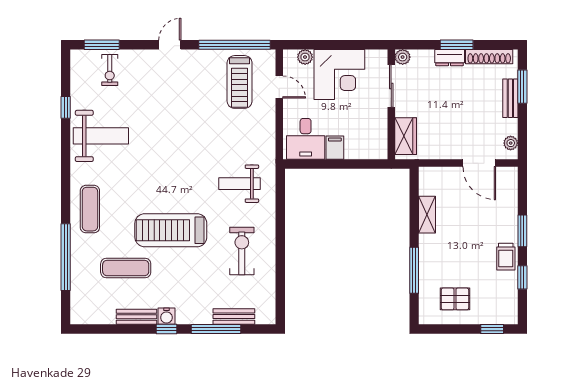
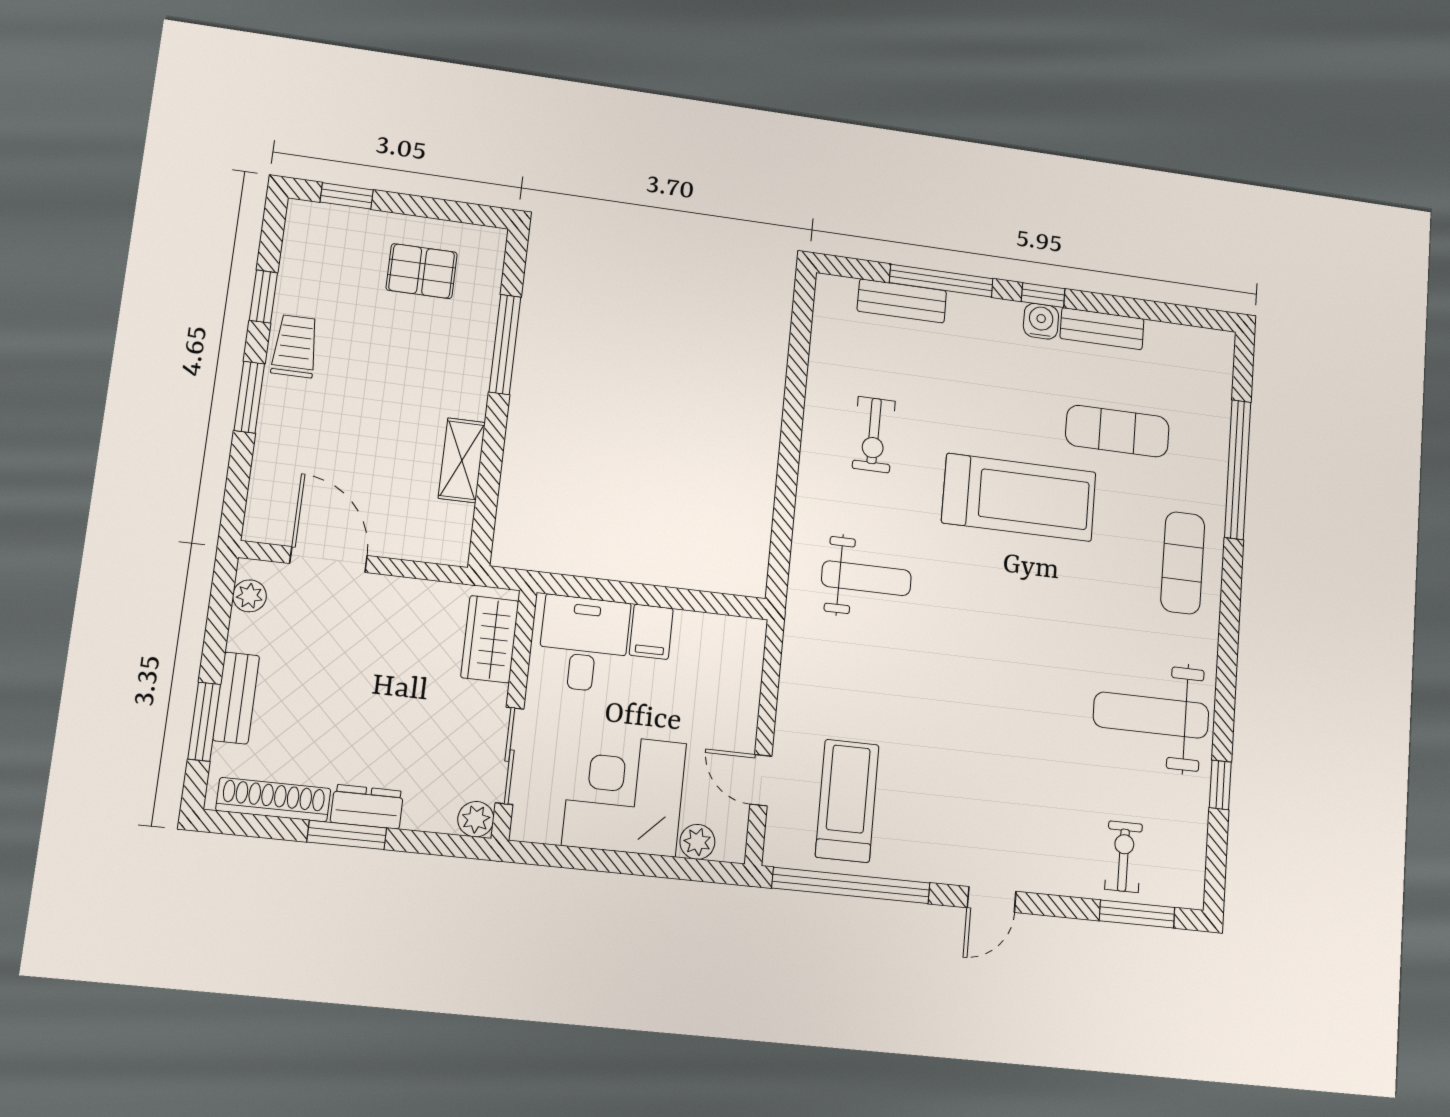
desk: (306, 139) -> (584, 644), moved
exercise bike: (242, 251) -> (874, 435), width x0.73, depth x0.72

